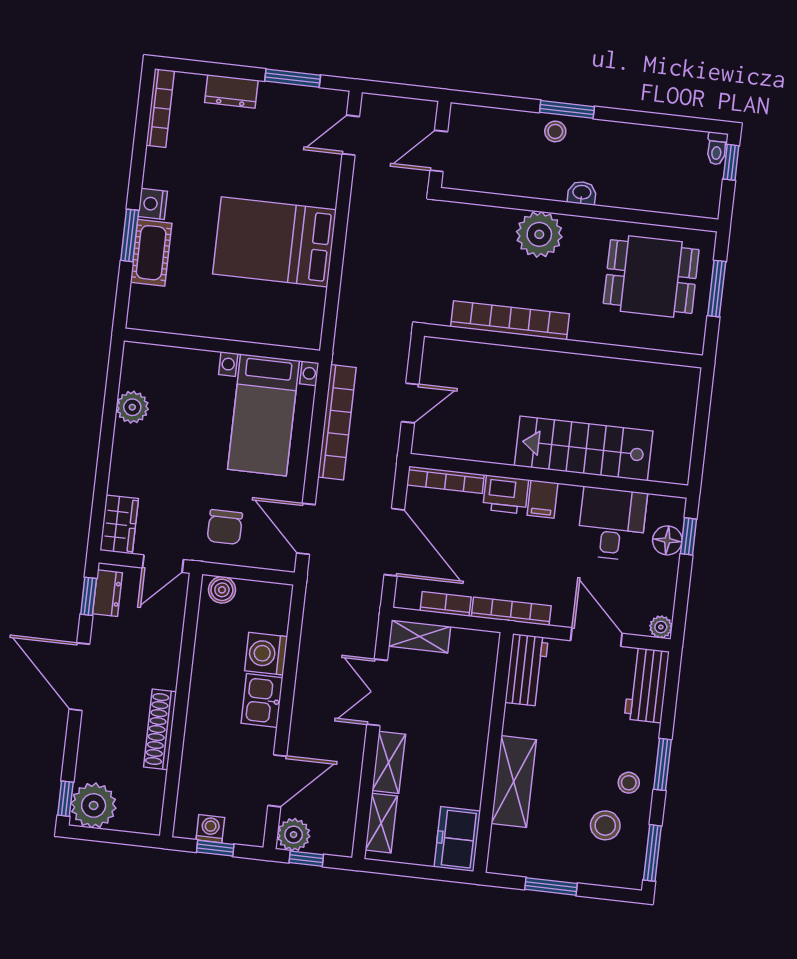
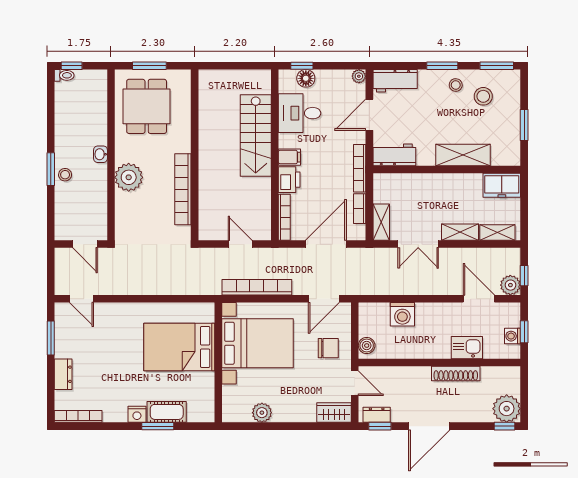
bed: (274, 242) -> (179, 347), moved, turned 90
bed with nightstands: (263, 415) -> (258, 343), width x1.36
kitchen sink: (262, 701) -> (467, 348), moved, turned 180

